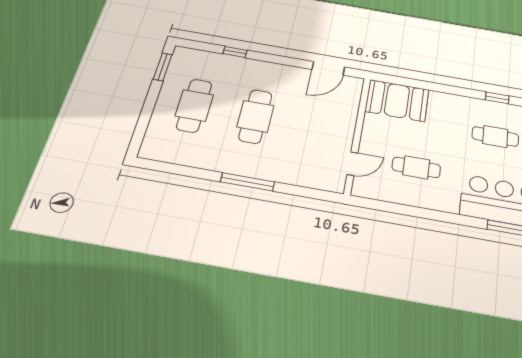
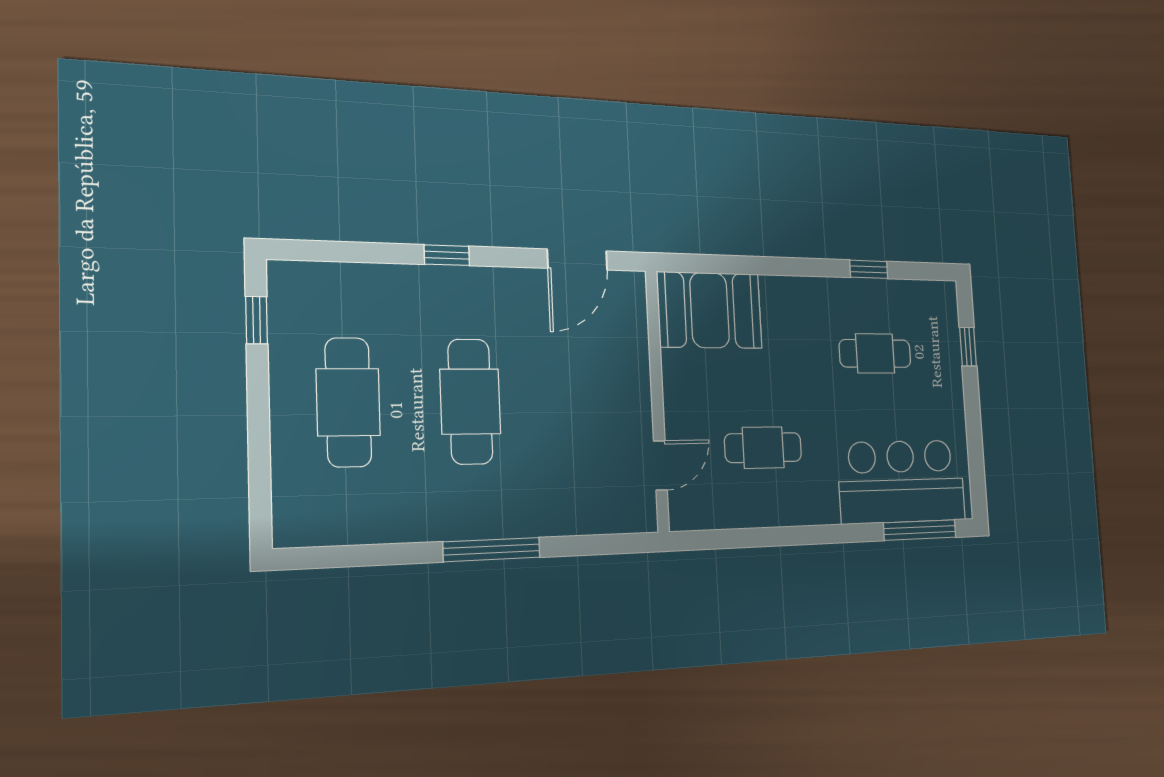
window: (235, 52) -> (447, 255), moved
window: (163, 67) -> (257, 320), width x0.67

